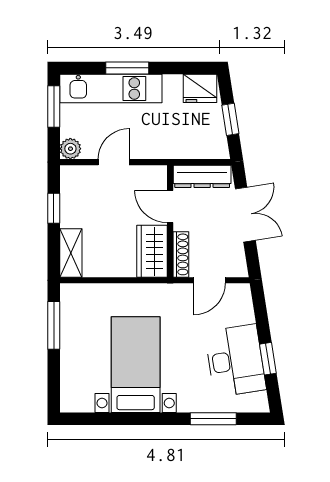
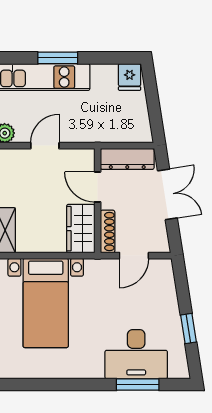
fridge: (200, 88) -> (130, 77), width x0.72
window: (230, 119) -> (154, 106), removed
desk: (235, 361) -> (136, 354), moved, turned 99
bed with nightstands: (136, 365) -> (46, 303), moved, turned 180

